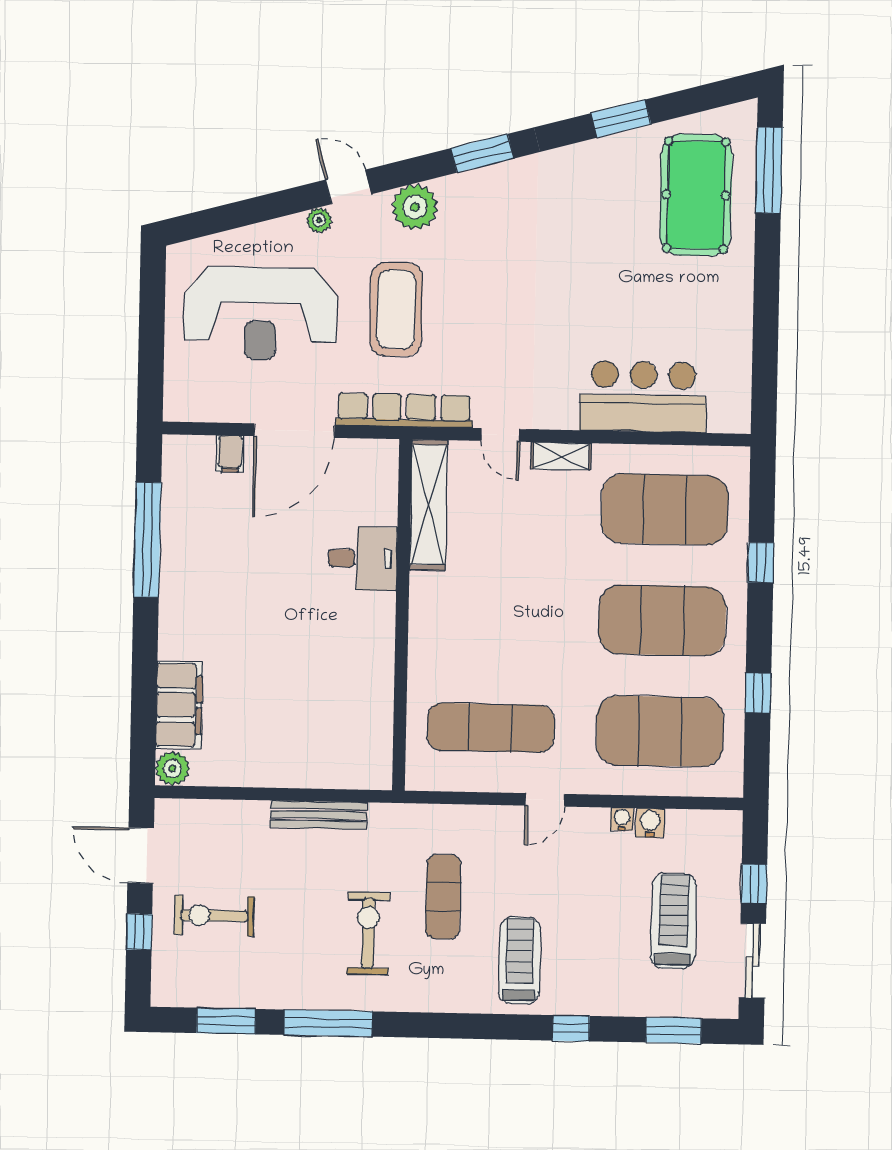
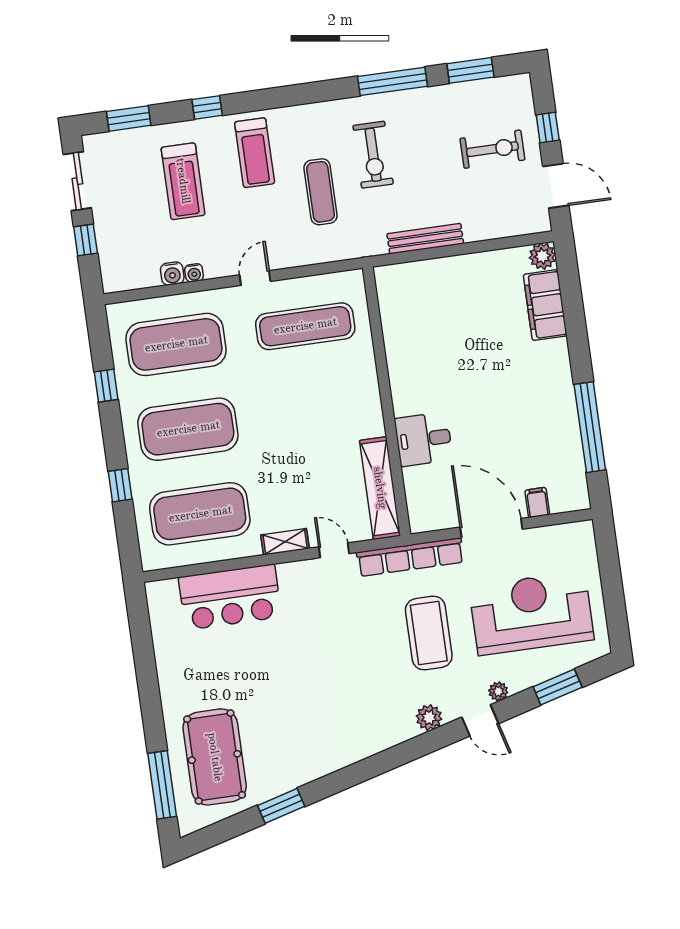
window: (482, 153) -> (558, 687), moved
plant: (415, 207) -> (429, 717), width x0.73, depth x0.73
door: (294, 431) -> (491, 528), hinge flipped
treadmill: (674, 921) -> (183, 181), moved

